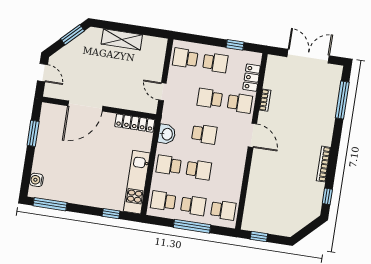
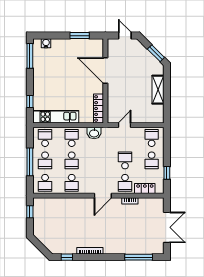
door: (42, 73) -> (125, 36), swing flipped
school desk: (204, 134) -> (72, 183), moved

